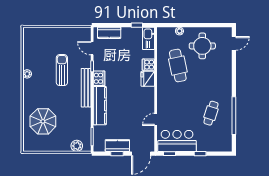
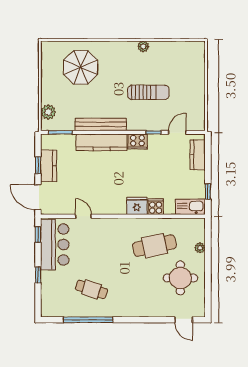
bench: (86, 88) -> (101, 124), moved

